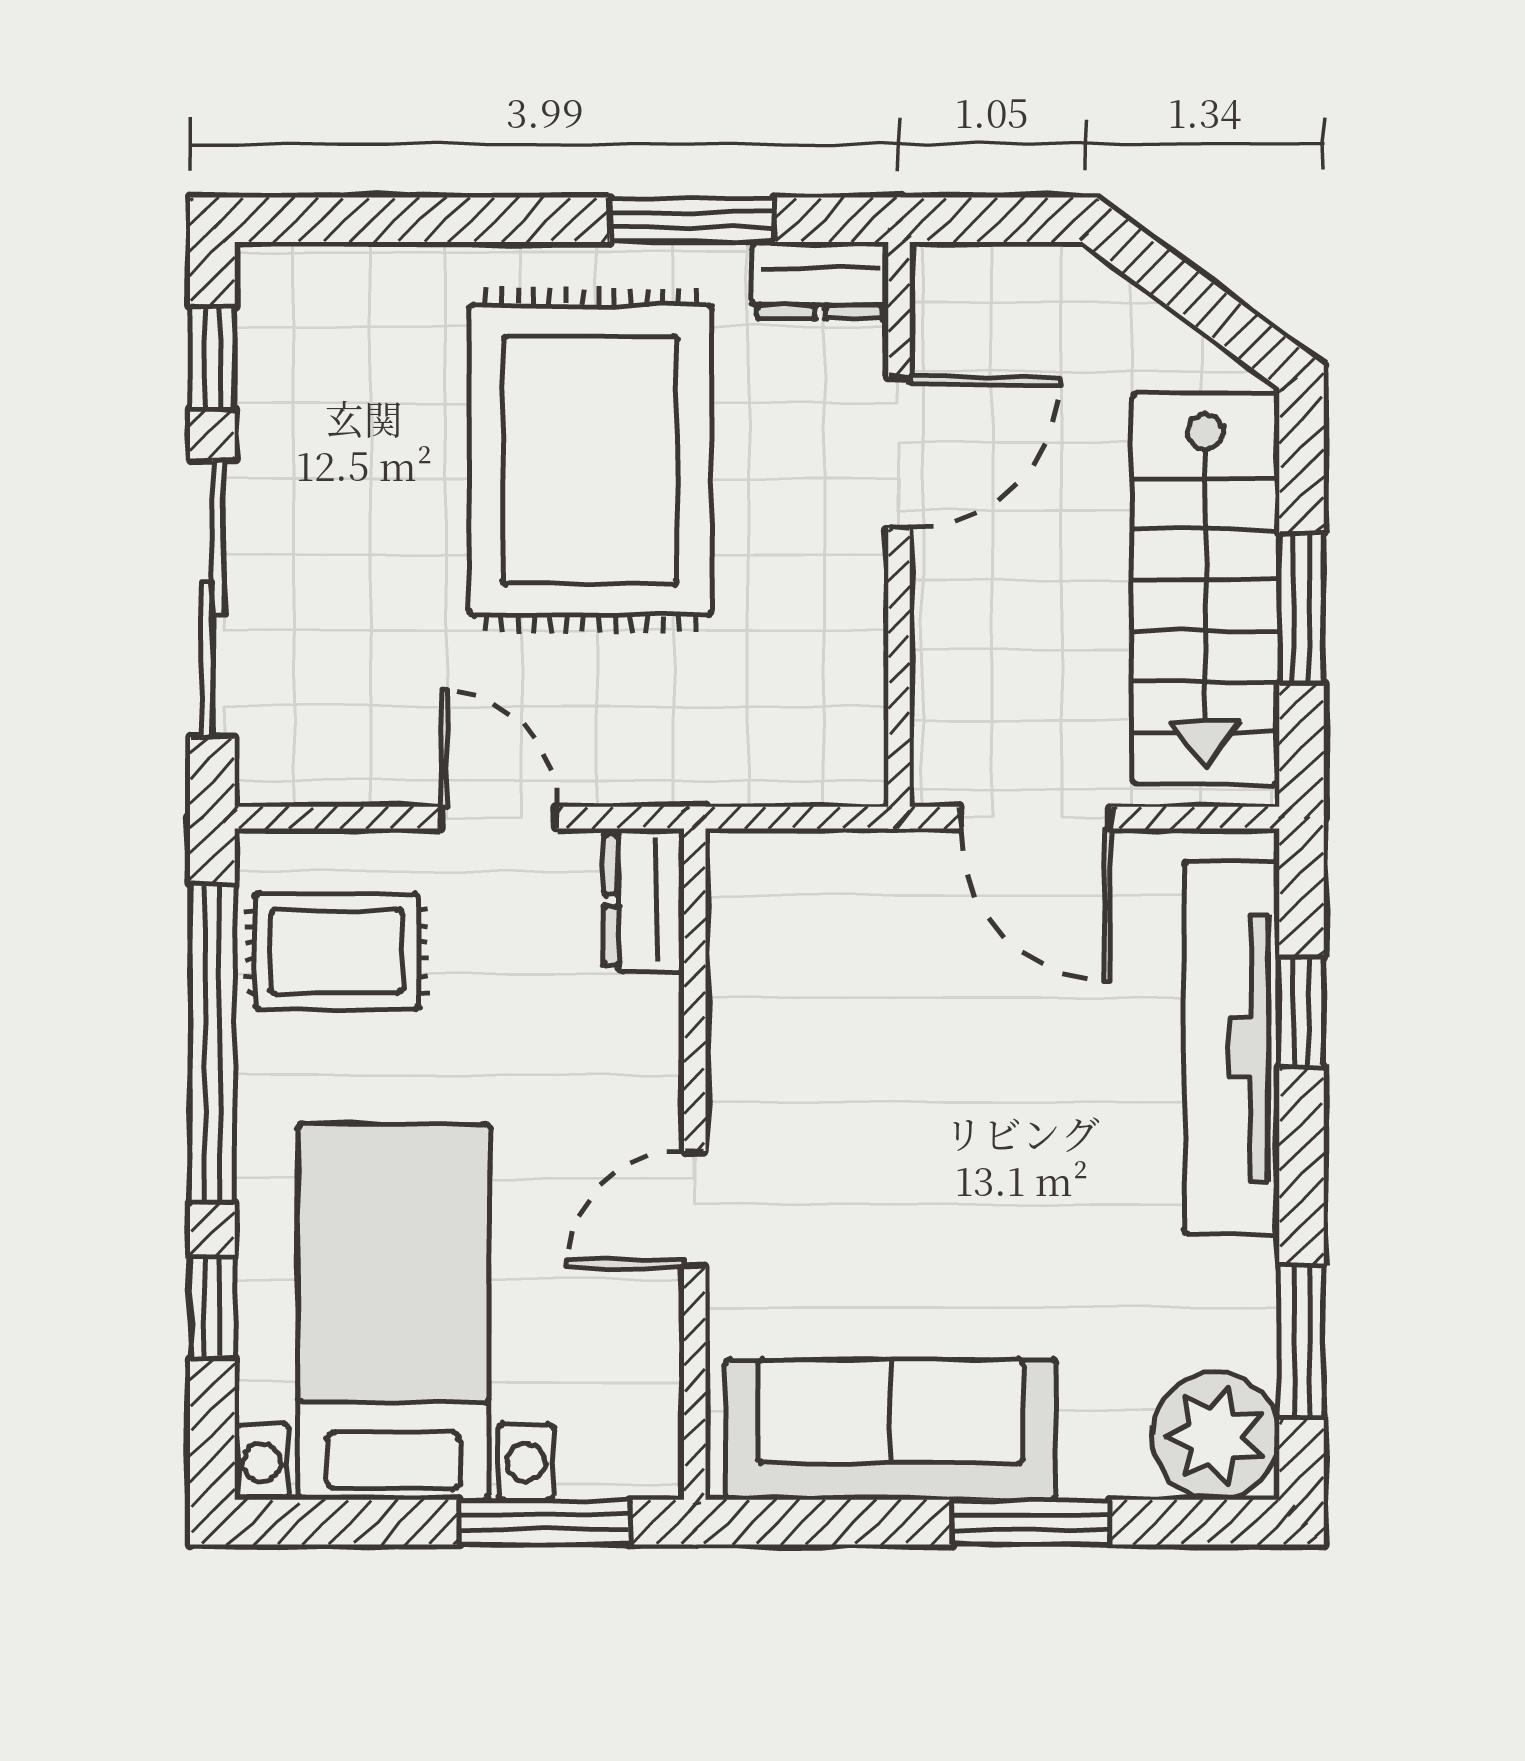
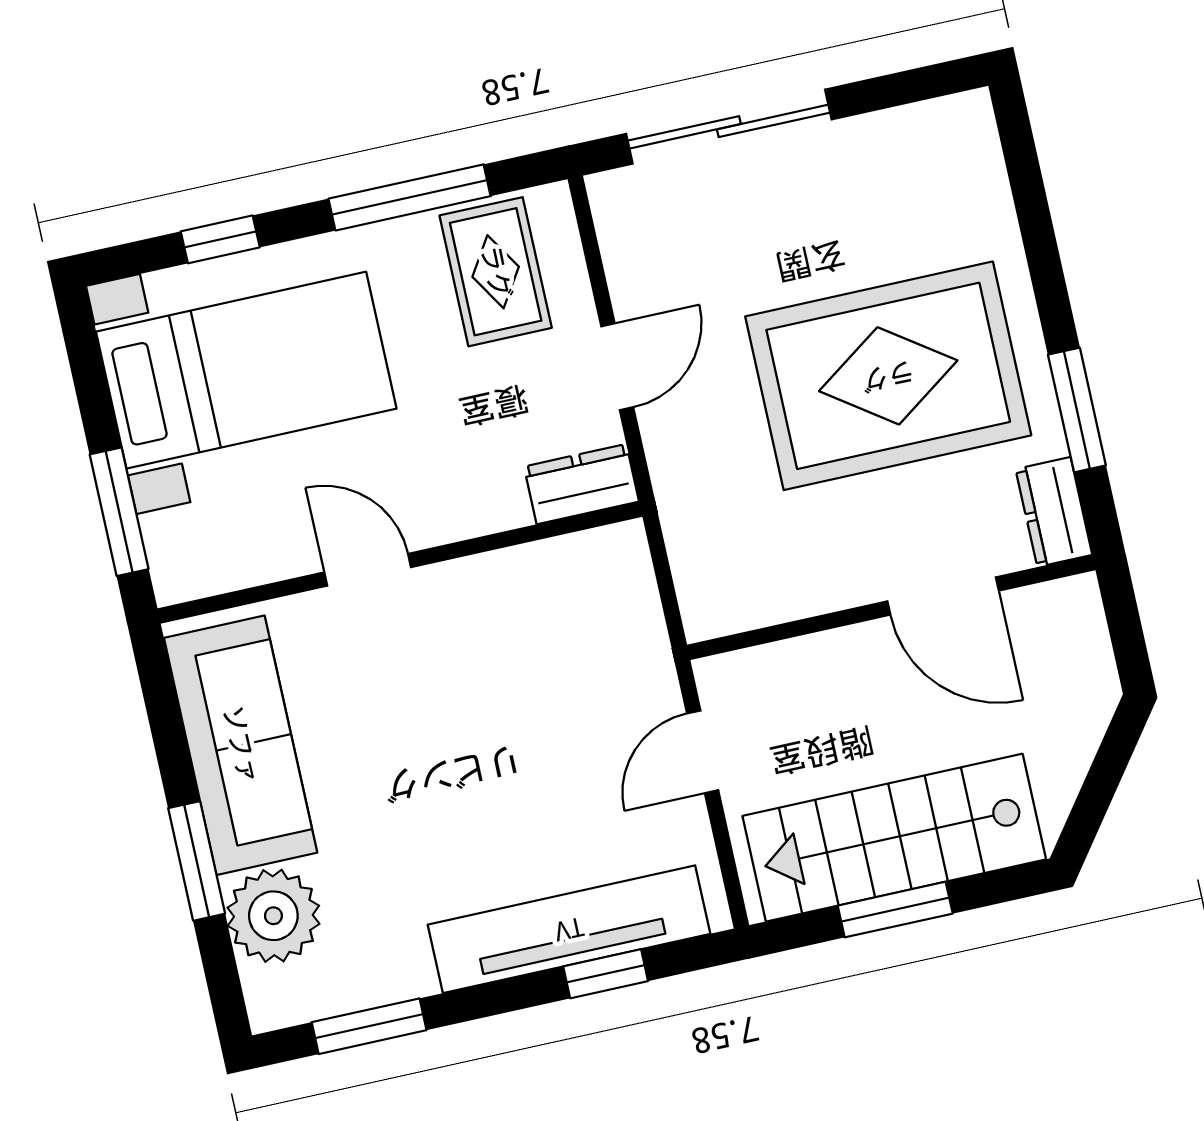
window: (212, 358) -> (902, 88), removed
door: (1035, 818) -> (703, 752), width x0.73
window: (212, 1044) -> (410, 197), width x0.68
plant: (1216, 1436) -> (273, 916), moved

